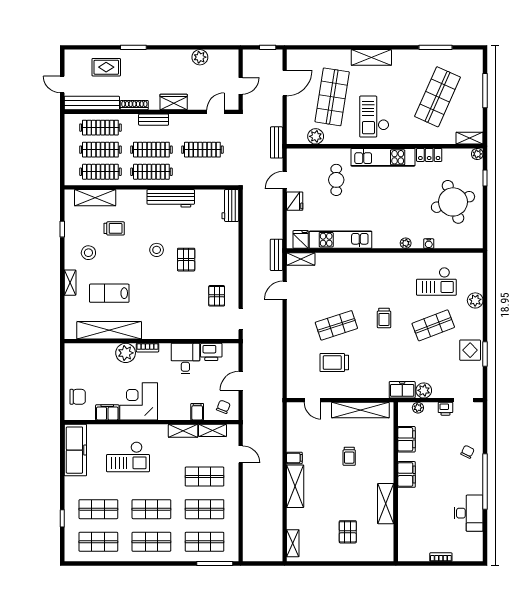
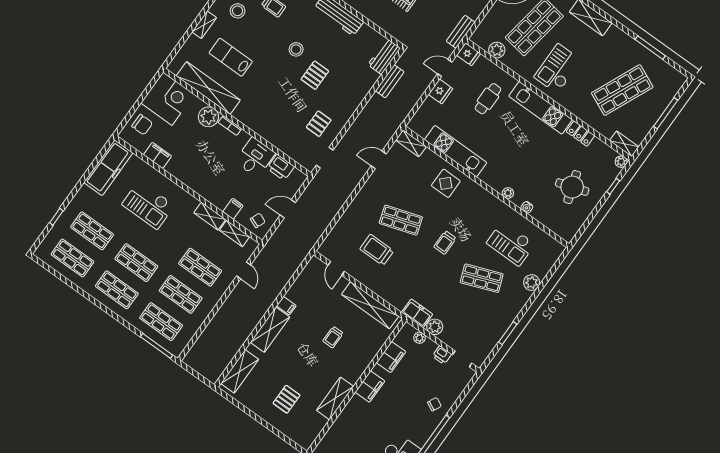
round table: (453, 202) -> (572, 187), width x0.73, depth x0.73
fridge: (301, 239) -> (469, 54), moved, turned 90
bench: (276, 255) -> (390, 81), moved
display table: (470, 350) -> (446, 183), moved
corner desk: (139, 401) -> (167, 99), moved, turned 90
shelving: (293, 543) -> (240, 371), width x1.50, depth x1.33

